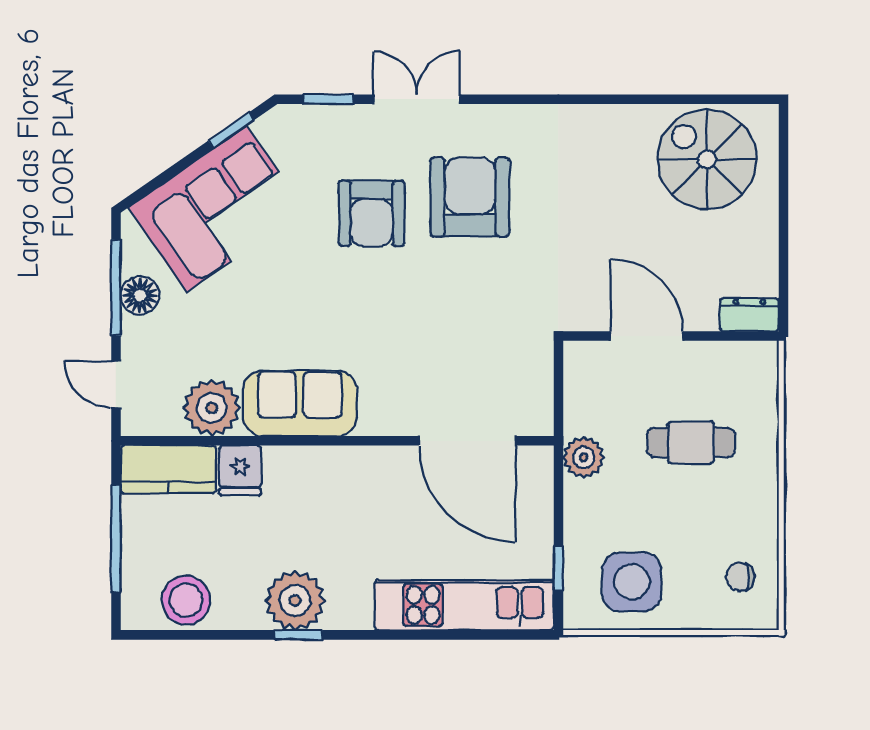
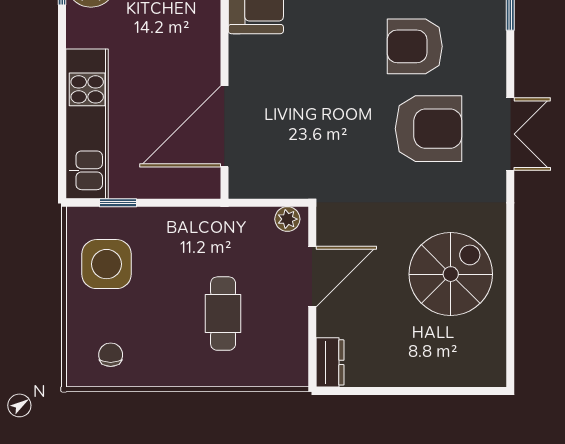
double door: (416, 99) -> (510, 134), moved
spiral stairs: (707, 159) -> (451, 274), moved
plant: (584, 457) -> (287, 219), moved, width x0.73, depth x0.73

